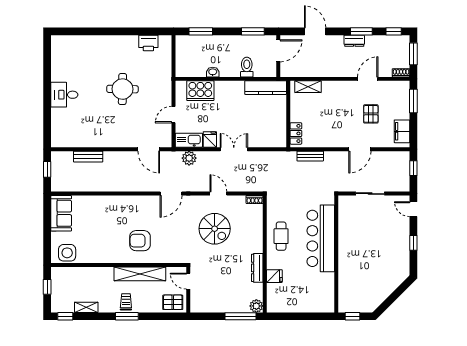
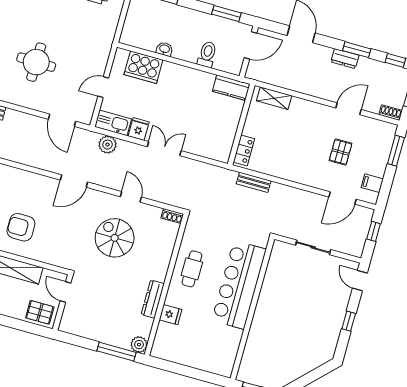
kitchen counter: (266, 88) -> (231, 88), width x0.67
round table: (122, 89) -> (36, 62), moved
filing cabinet: (402, 131) -> (372, 183), width x0.50
door: (360, 149) -> (342, 198), moved
spiral stairs: (215, 229) -> (115, 238), turned 180

